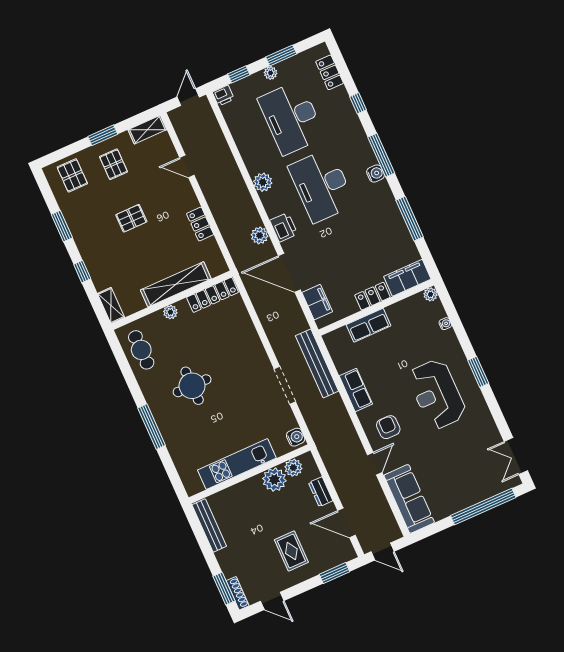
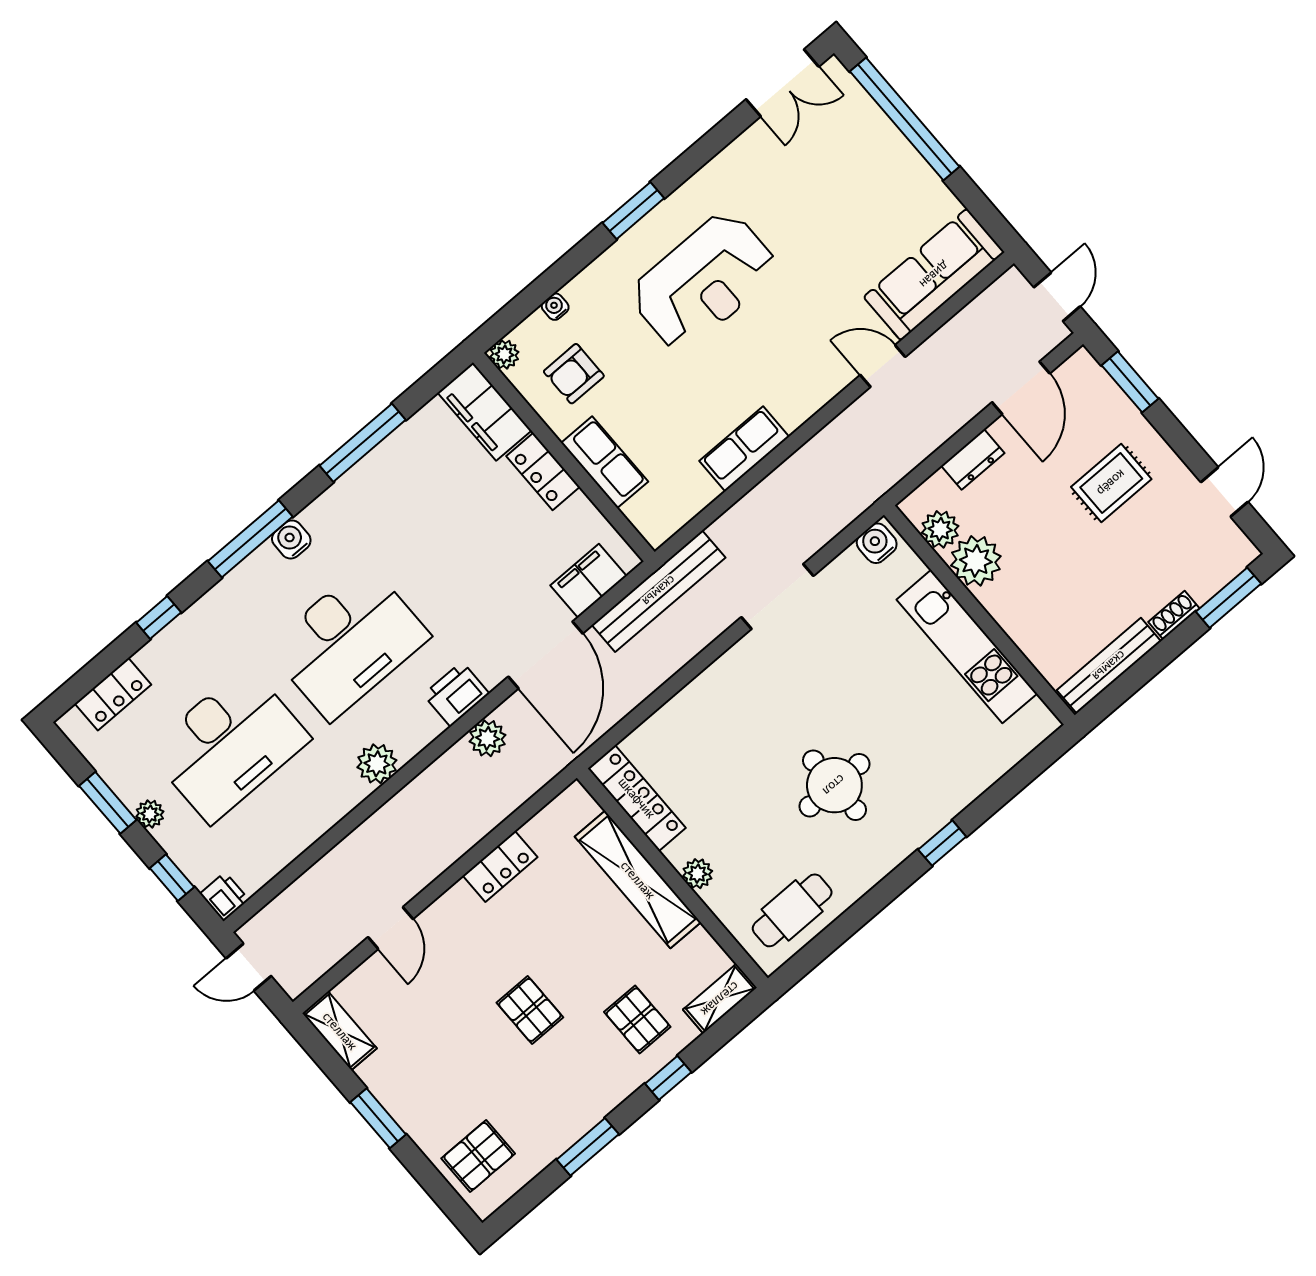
pallet: (113, 164) -> (637, 1019), moved, turned 90
bench: (317, 363) -> (659, 591), moved
window: (152, 427) -> (942, 843), width x0.46
armchair: (388, 427) -> (574, 374), moved
shoe rack: (238, 593) -> (1174, 615), moved, width x0.70

